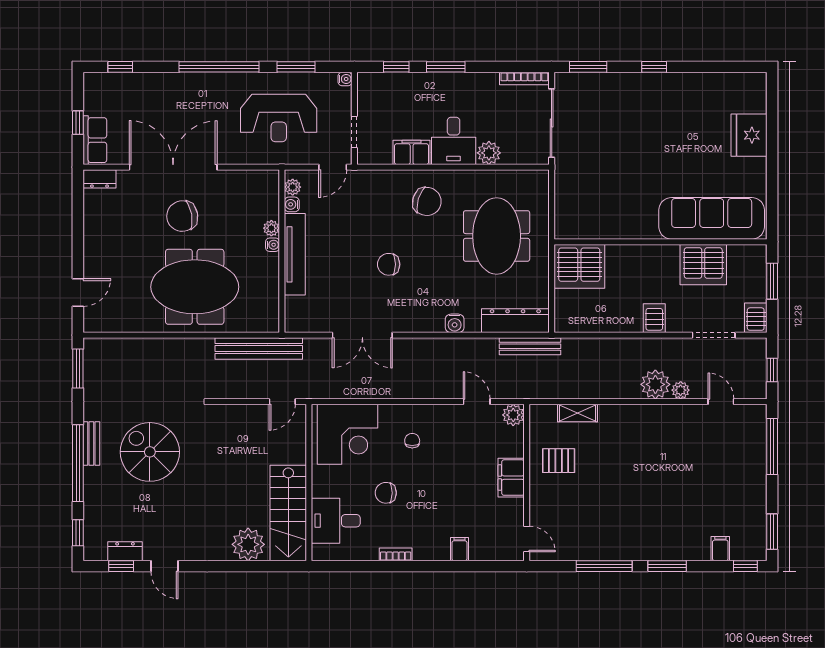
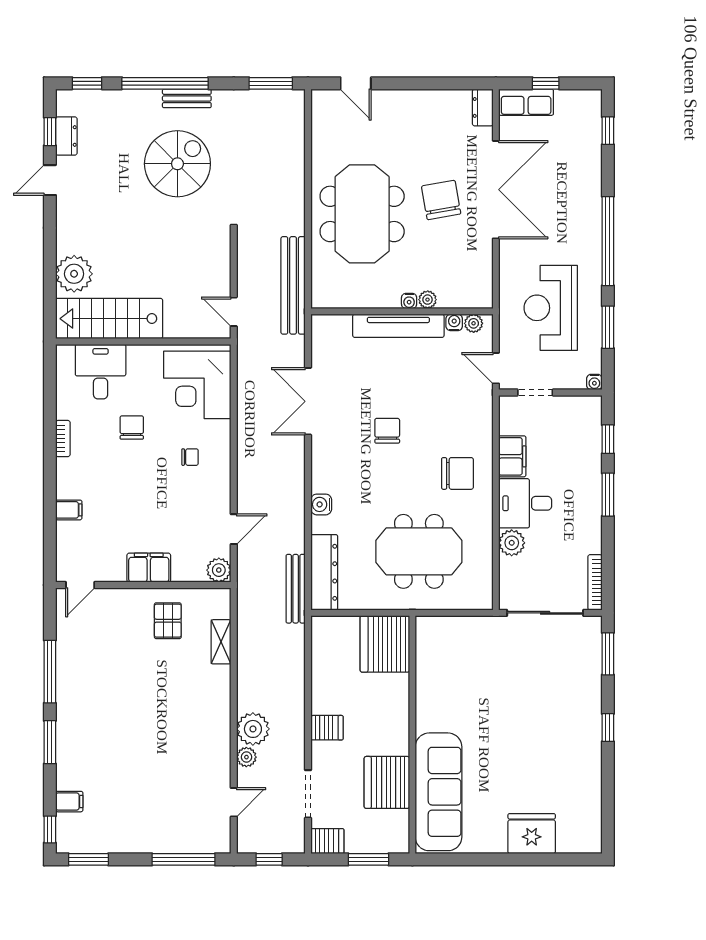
chair: (427, 201) -> (457, 473), turned -107

